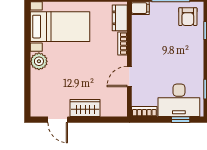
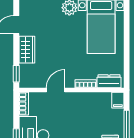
door: (129, 77) -> (56, 90), hinge flipped
window: (111, 120) -> (16, 74), added

